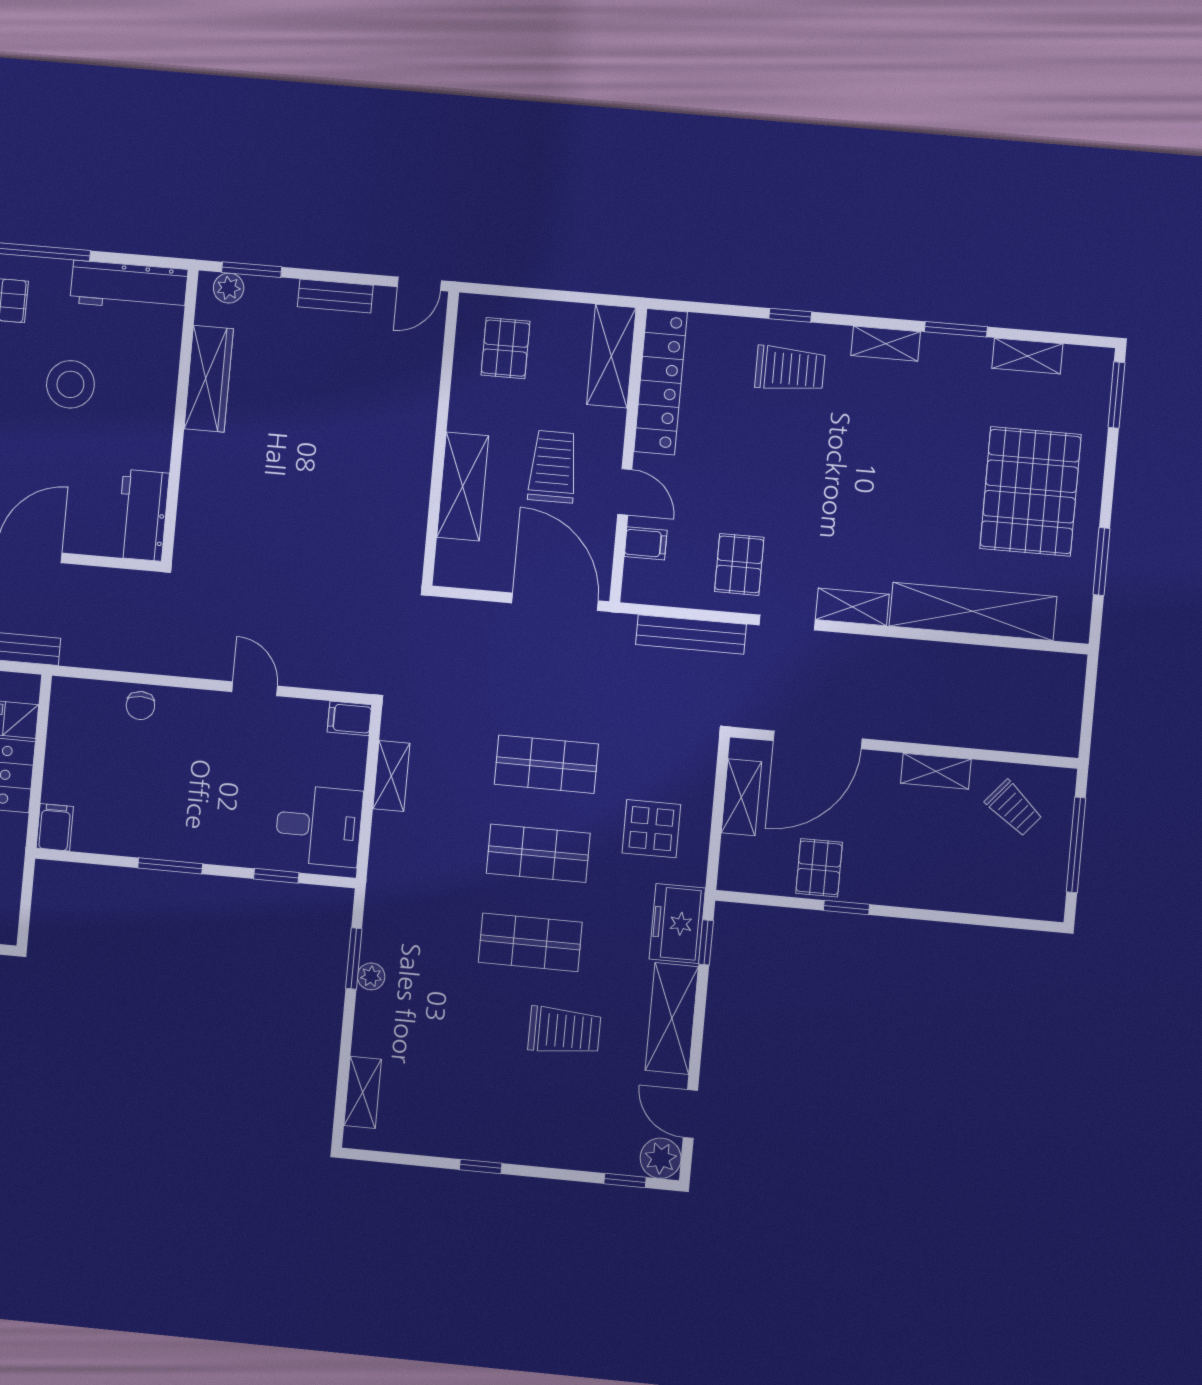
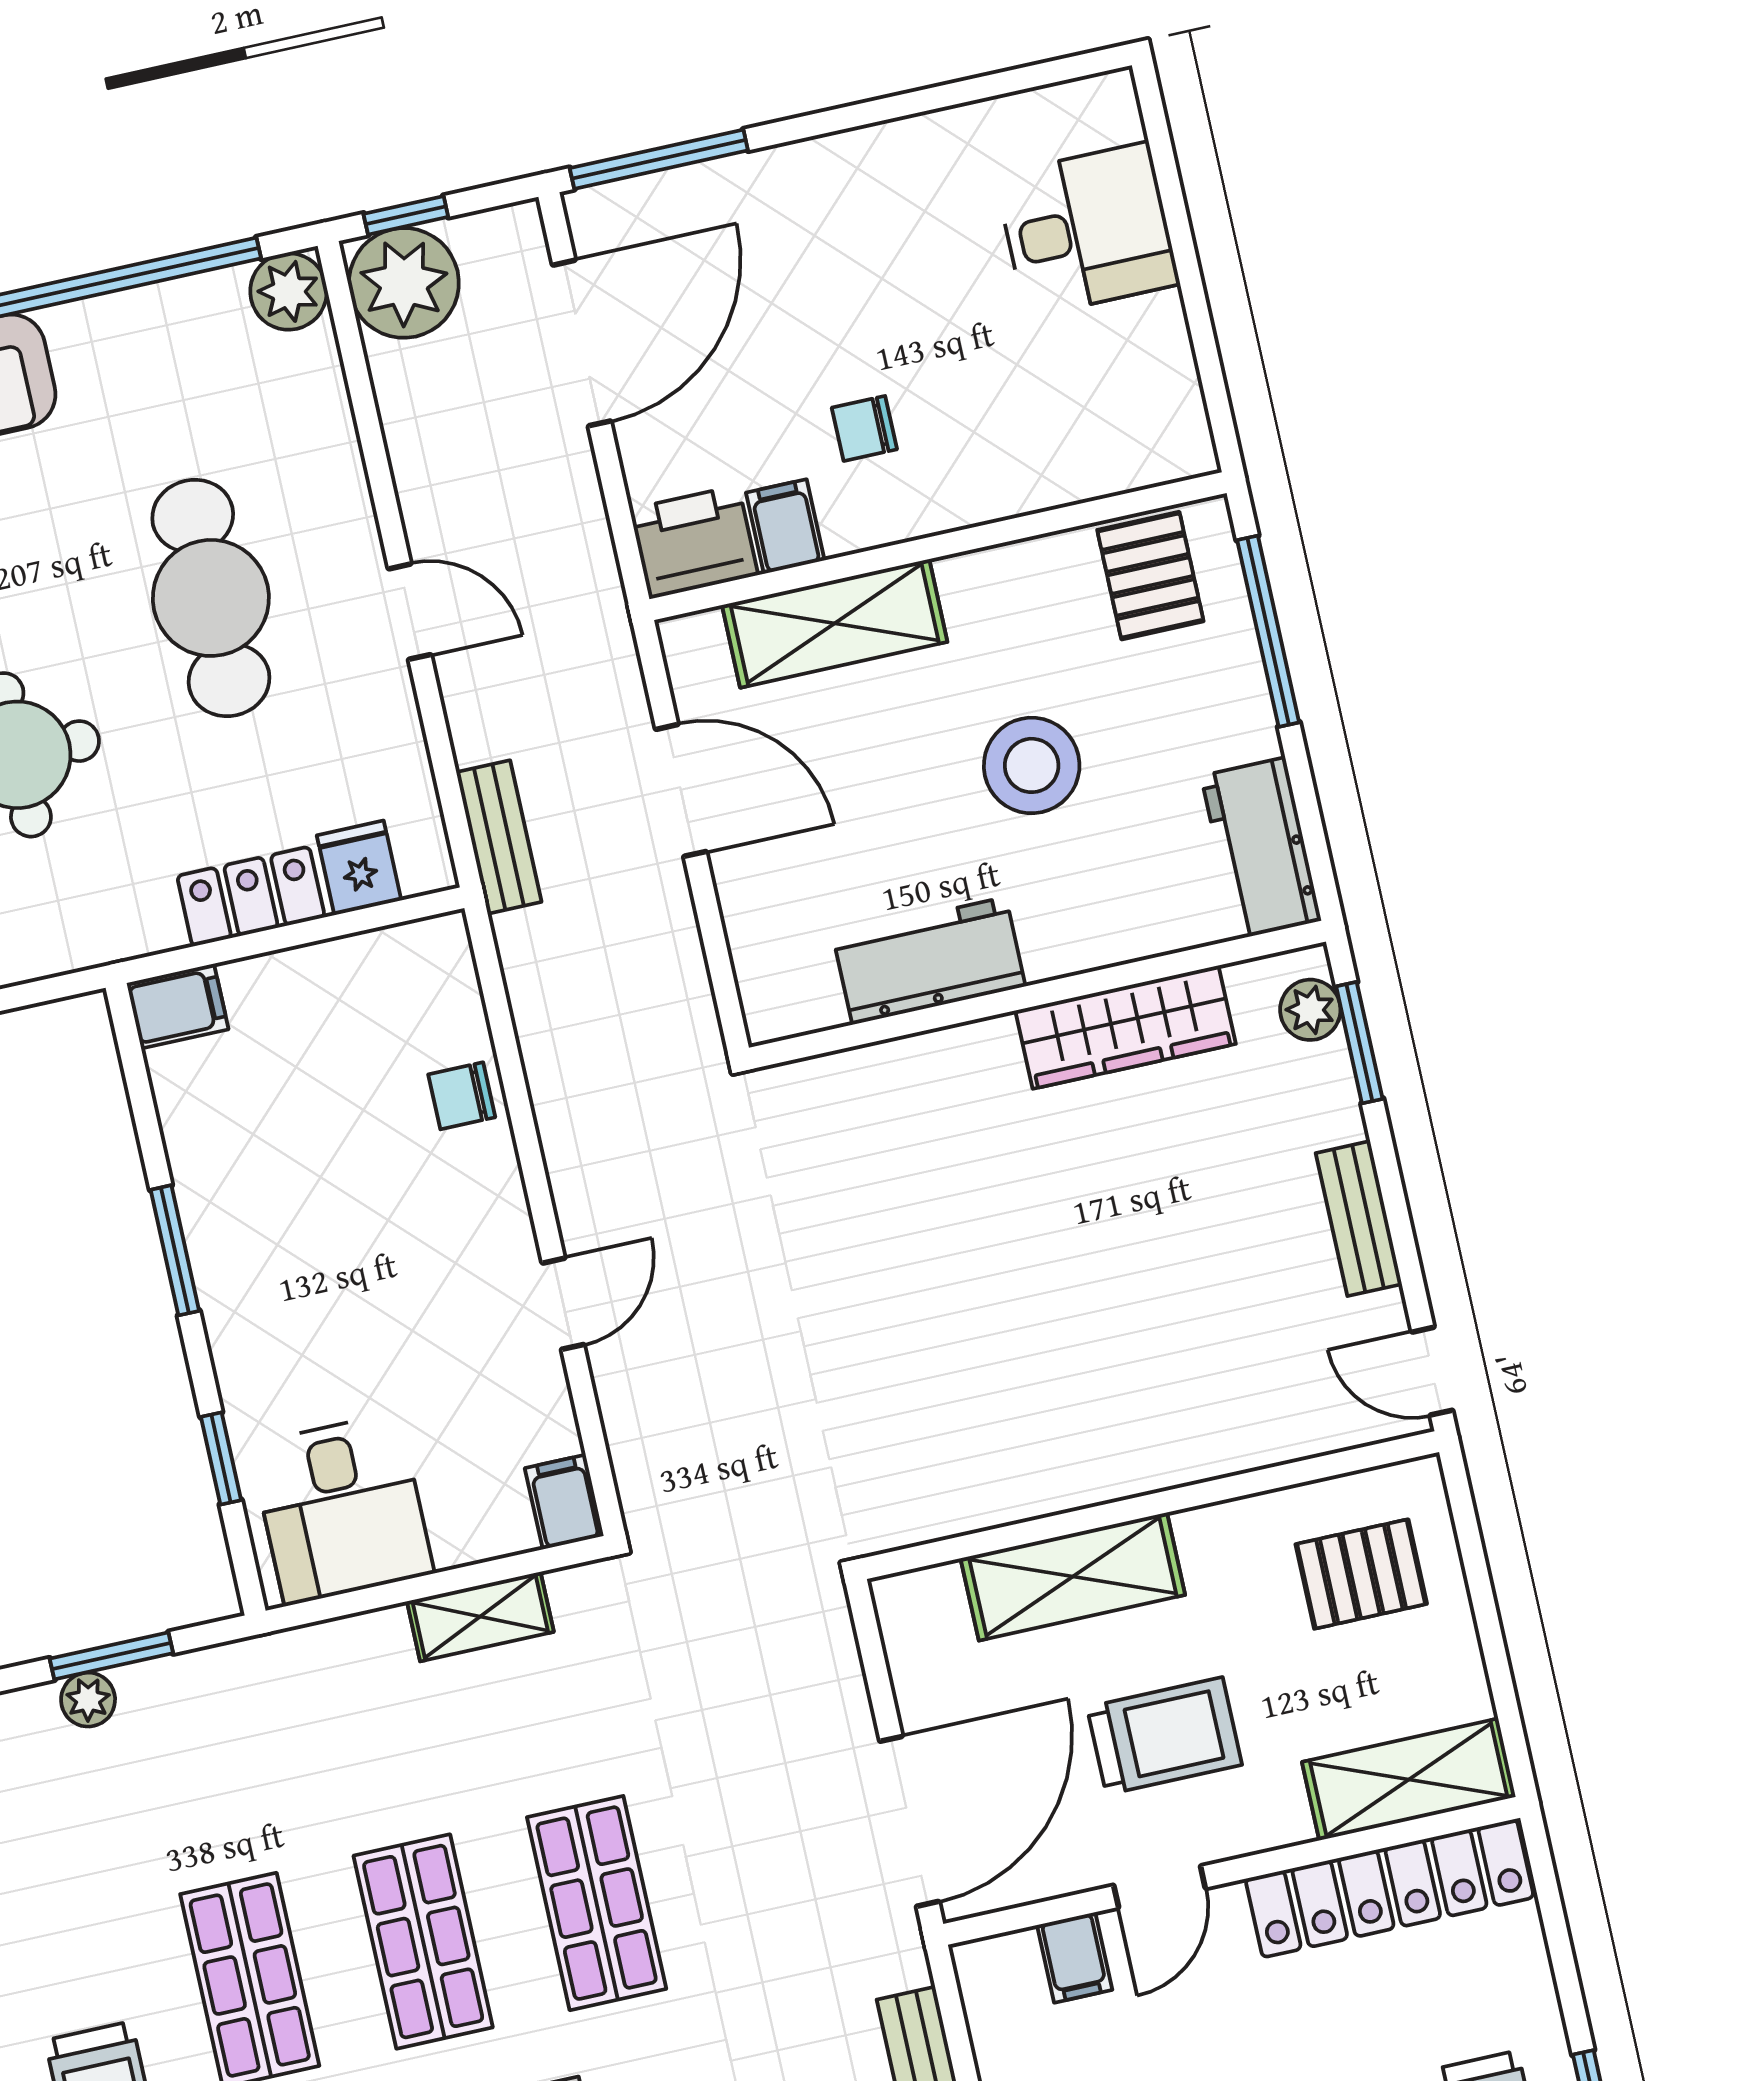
workbench: (129, 286) -> (1261, 848), width x0.73
workbench: (143, 515) -> (929, 961), moved

